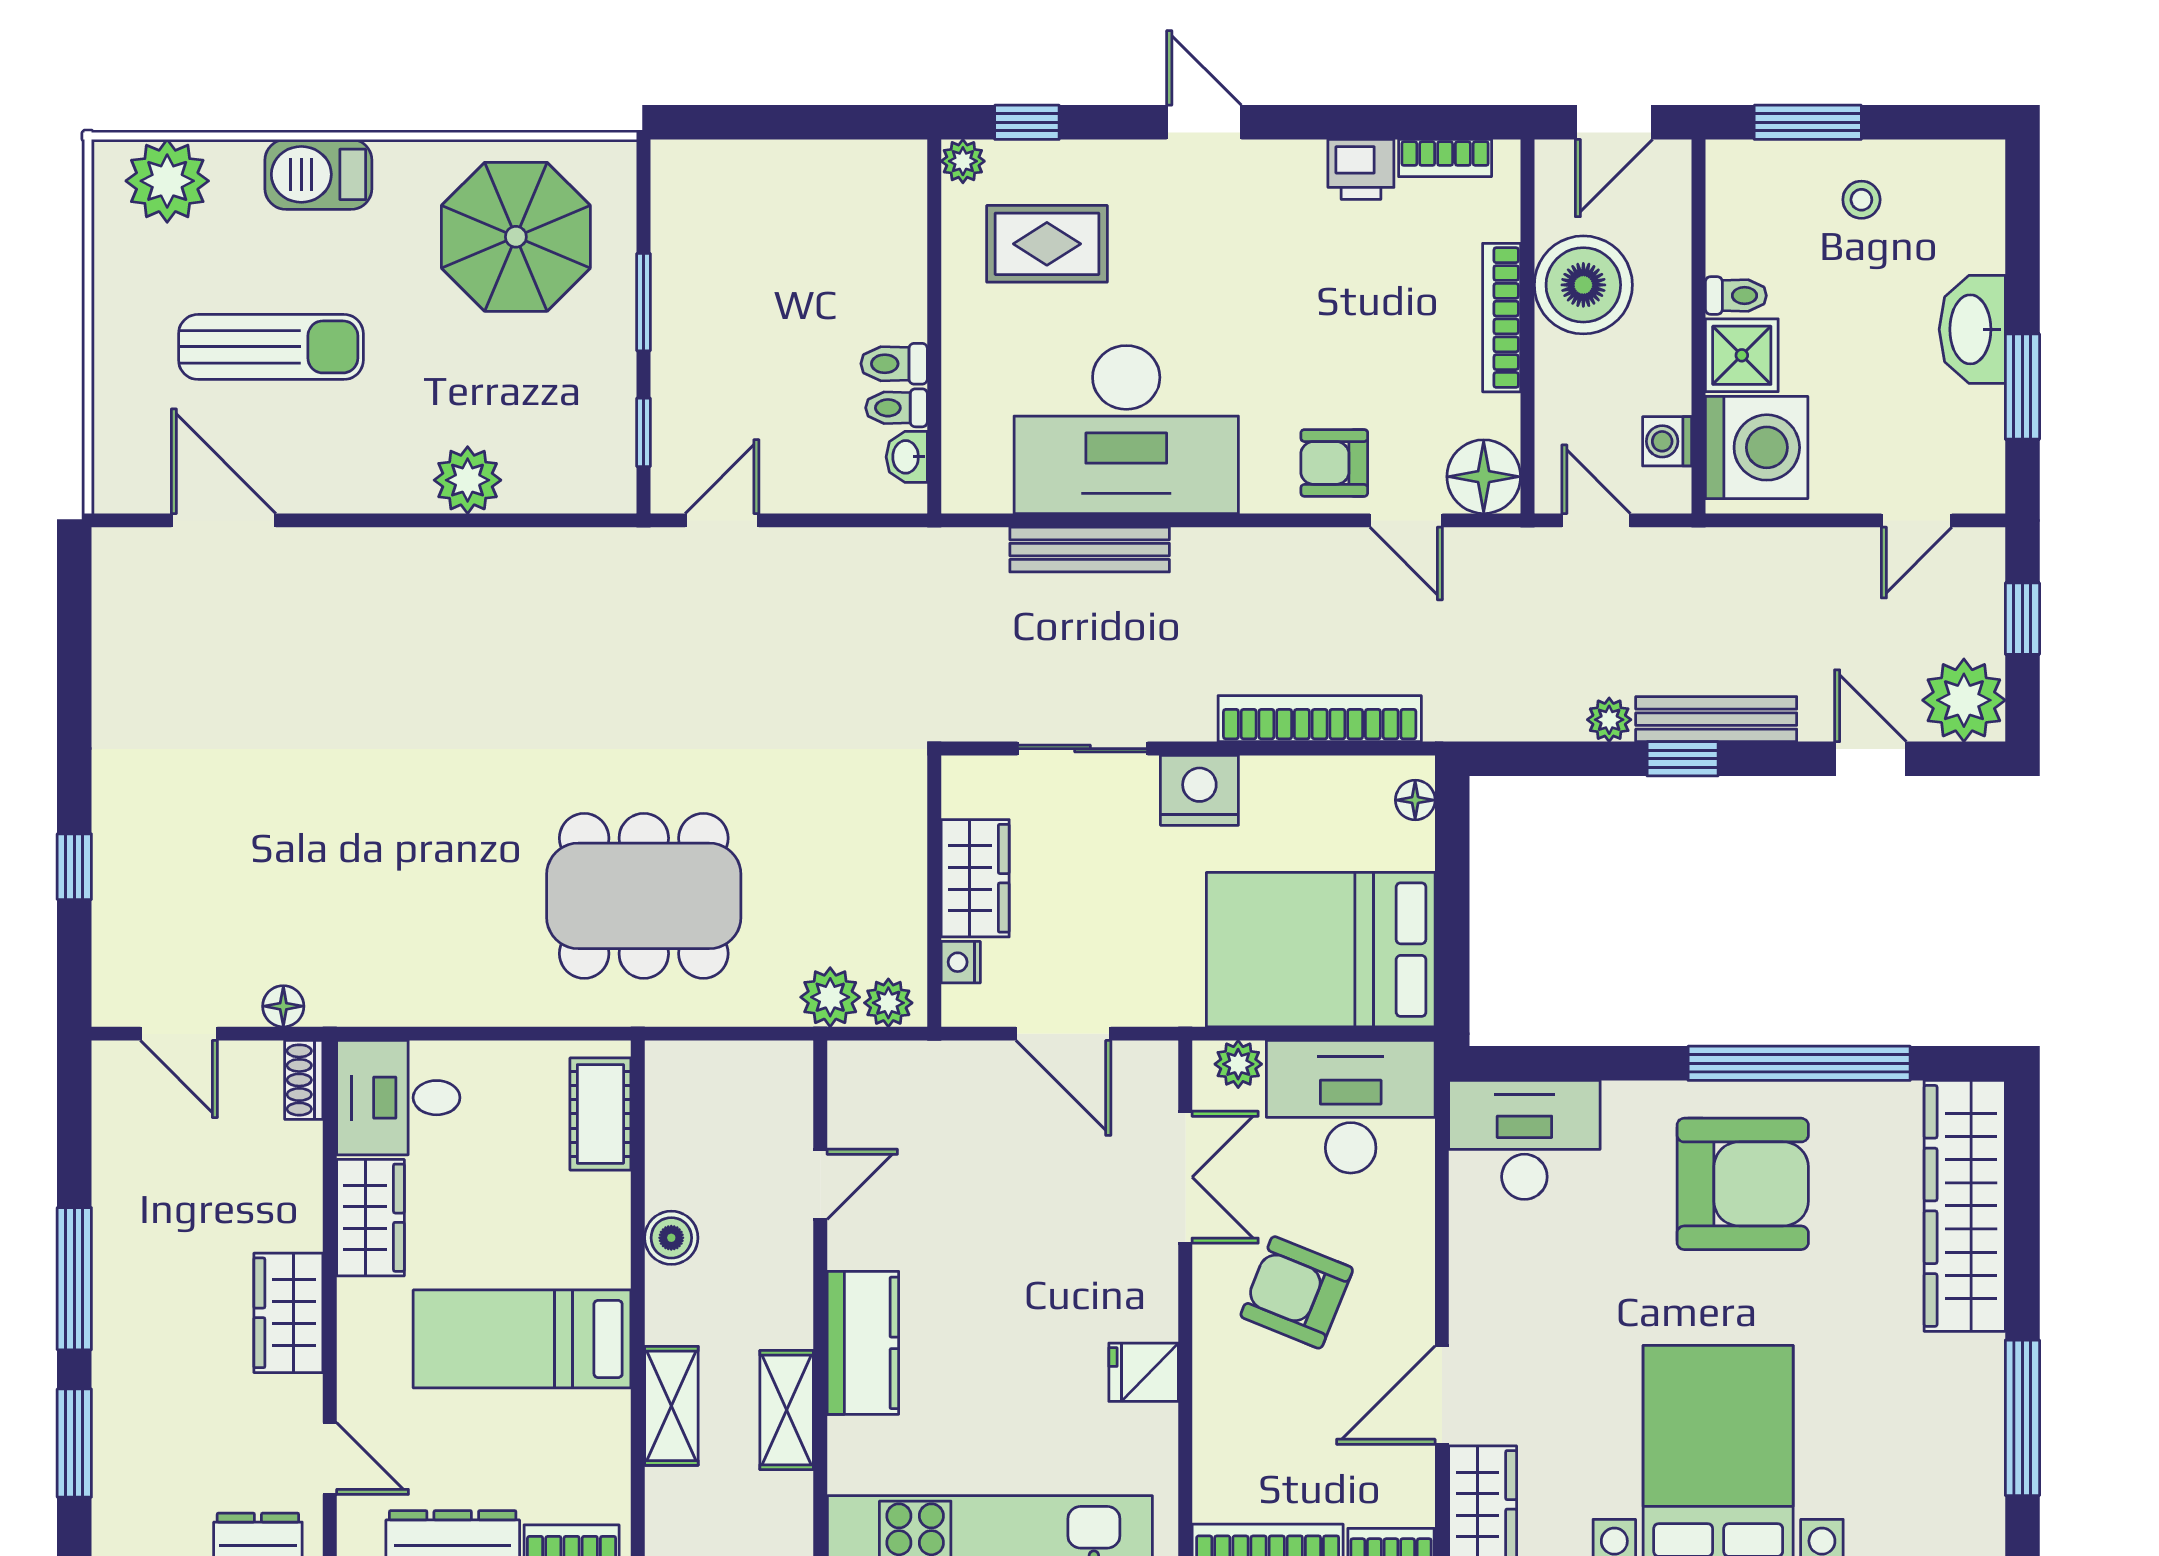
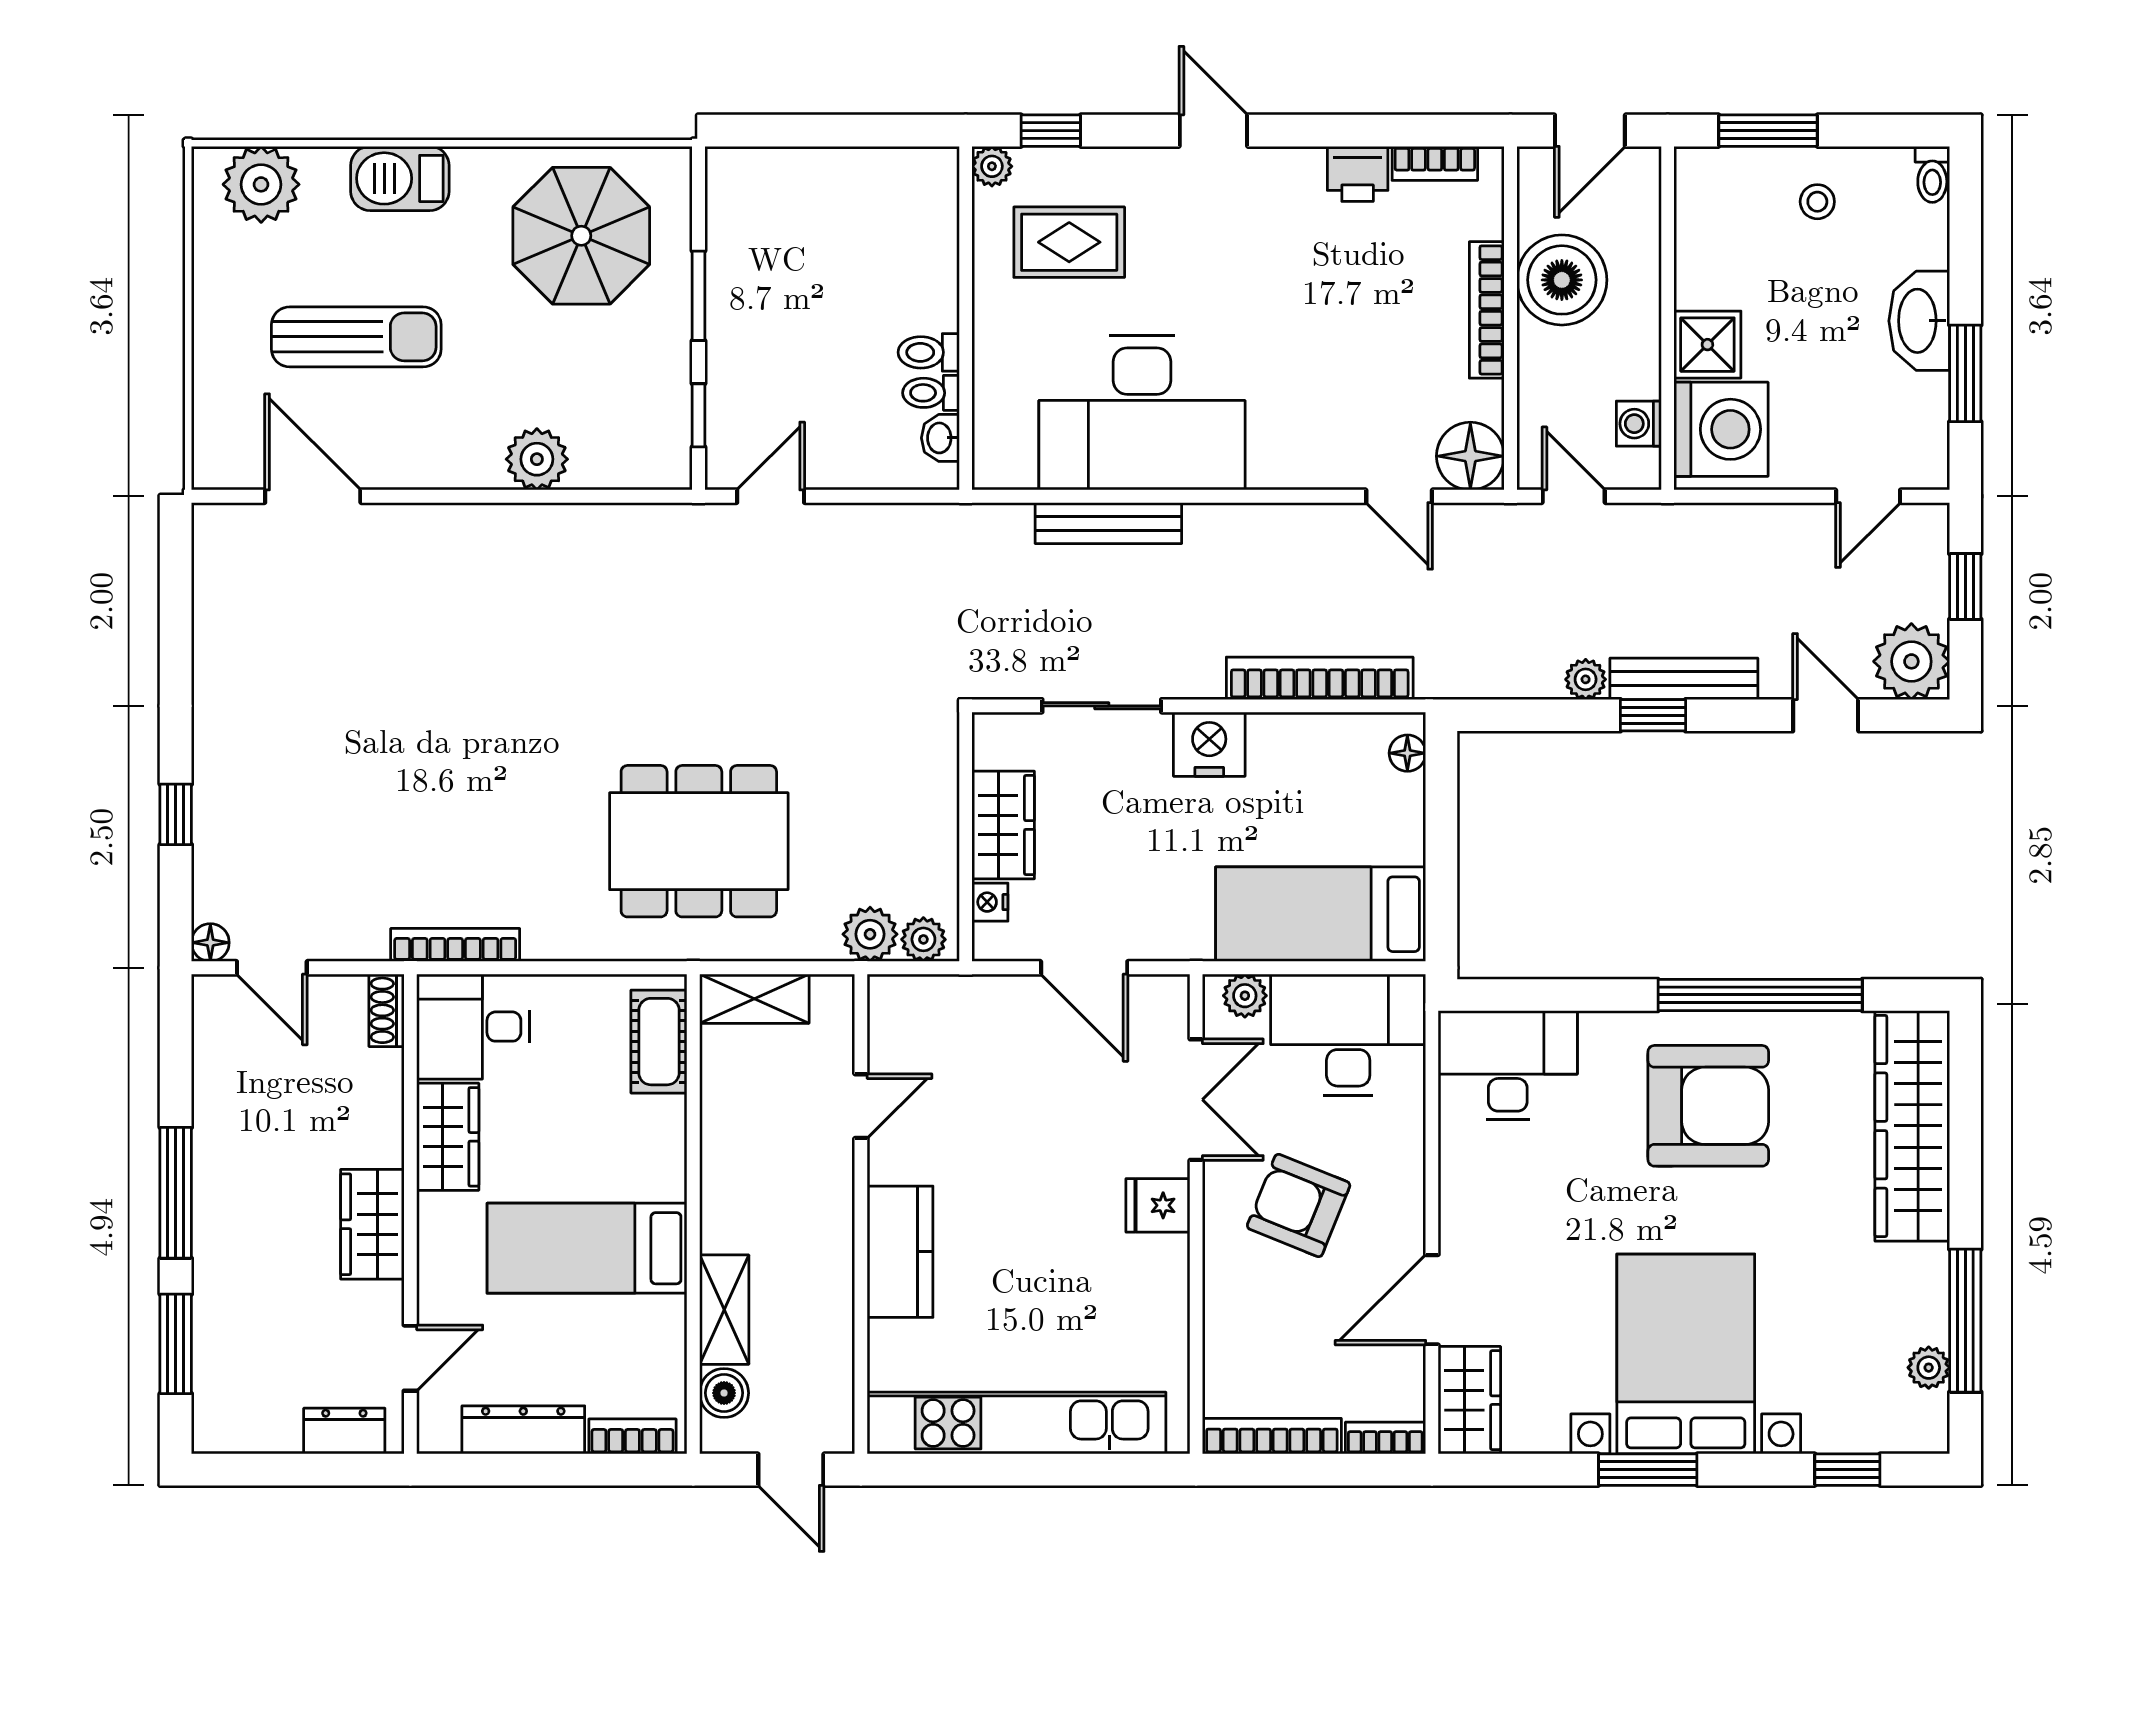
toilet: (1736, 296) -> (1932, 174), moved, turned 90
armchair: (1334, 463) -> (1333, 444), removed
bed: (1321, 950) -> (1321, 914), width x0.67
floor lamp: (283, 1006) -> (210, 943), moved
bookcase: (379, 1009) -> (455, 945), added
boiler: (671, 1238) -> (724, 1393), moved
fridge: (1144, 1372) -> (1158, 1205), moved
shelving: (787, 1410) -> (754, 999), moved, turned 90
door: (330, 1459) -> (410, 1358), hinge flipped
plant: (1983, 1469) -> (1929, 1368), added

